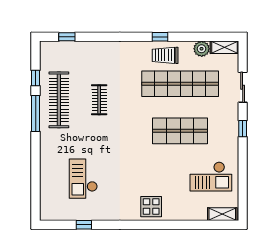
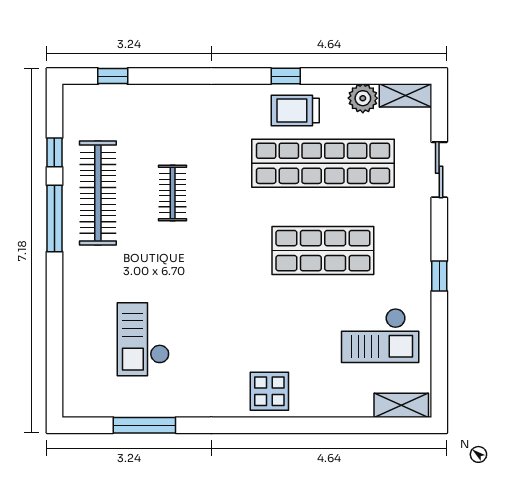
window: (243, 129) -> (439, 276), moved
window: (84, 225) -> (144, 425), width x2.17

